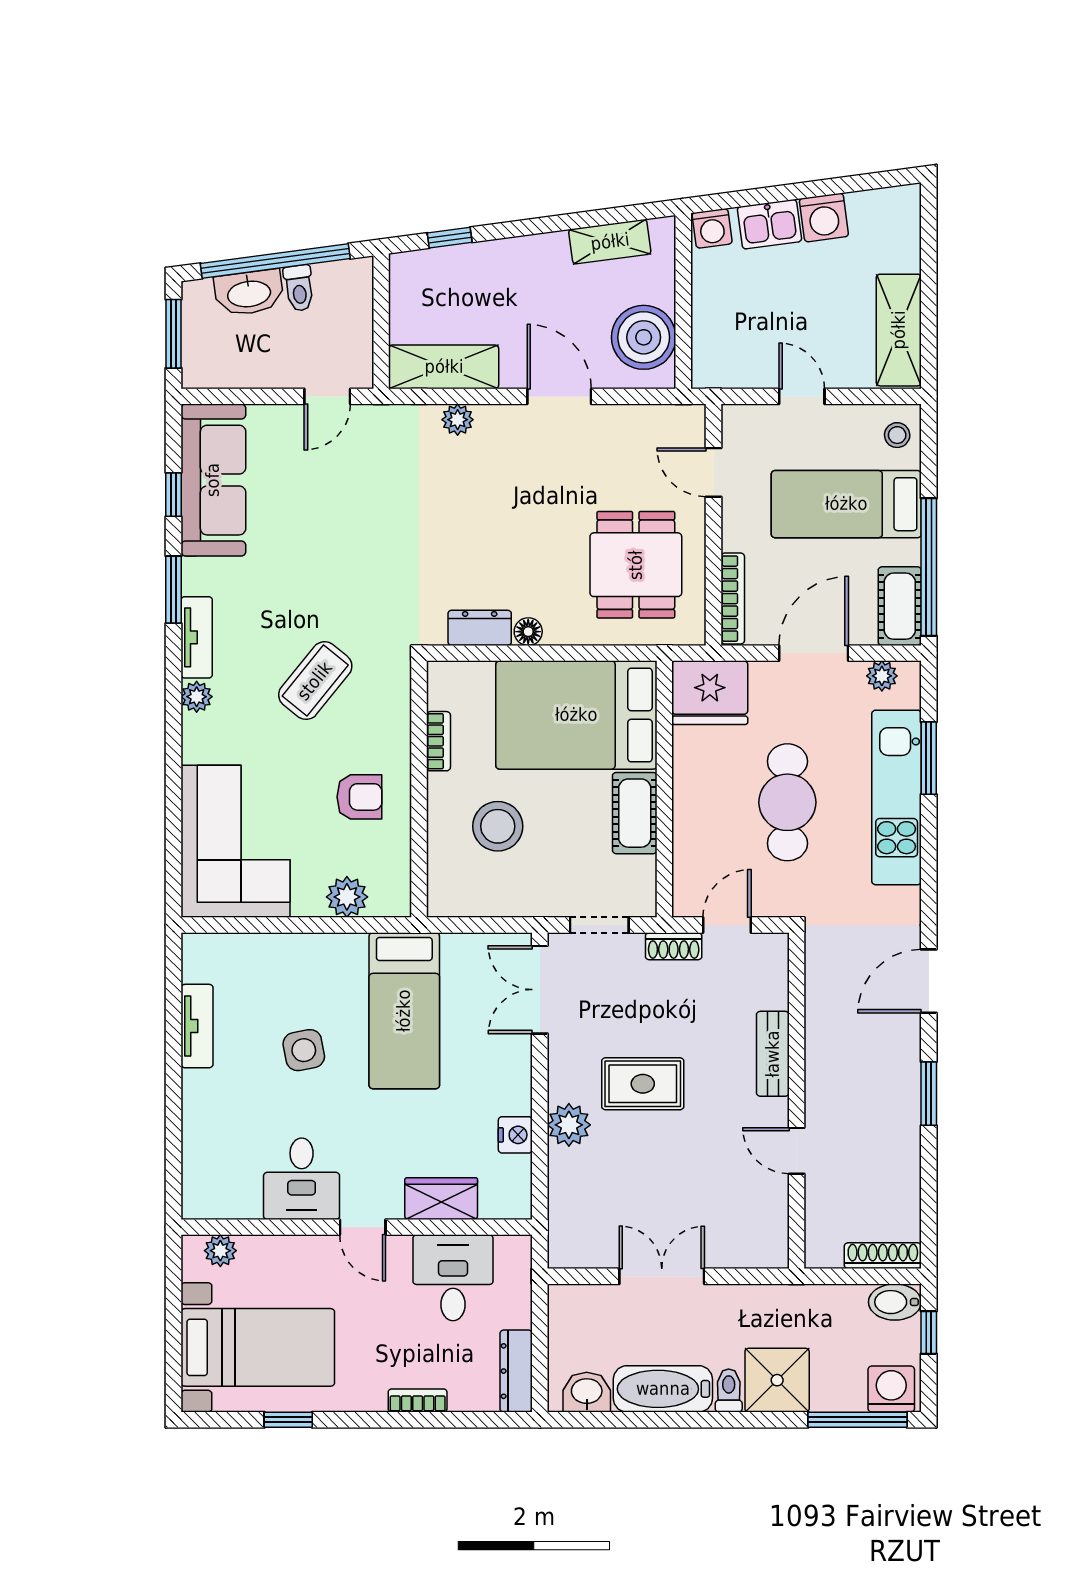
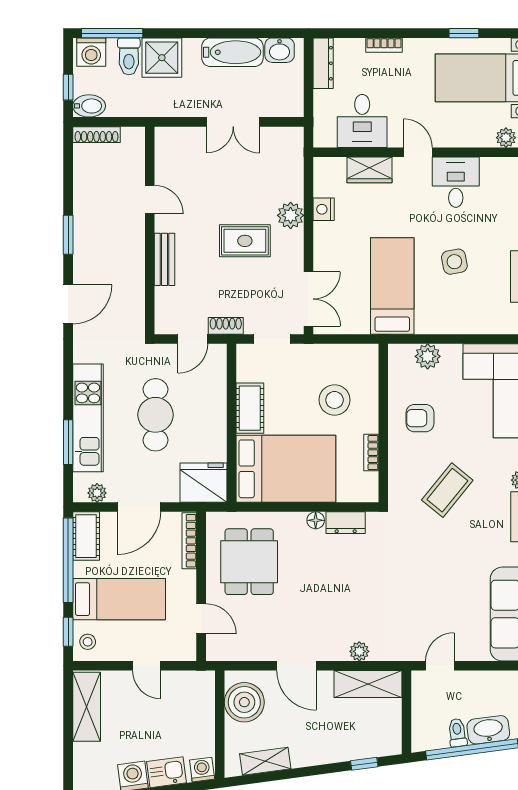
window: (929, 451) -> (68, 632), added
toilet: (729, 1391) -> (129, 56), moved, width x1.37, depth x1.39

